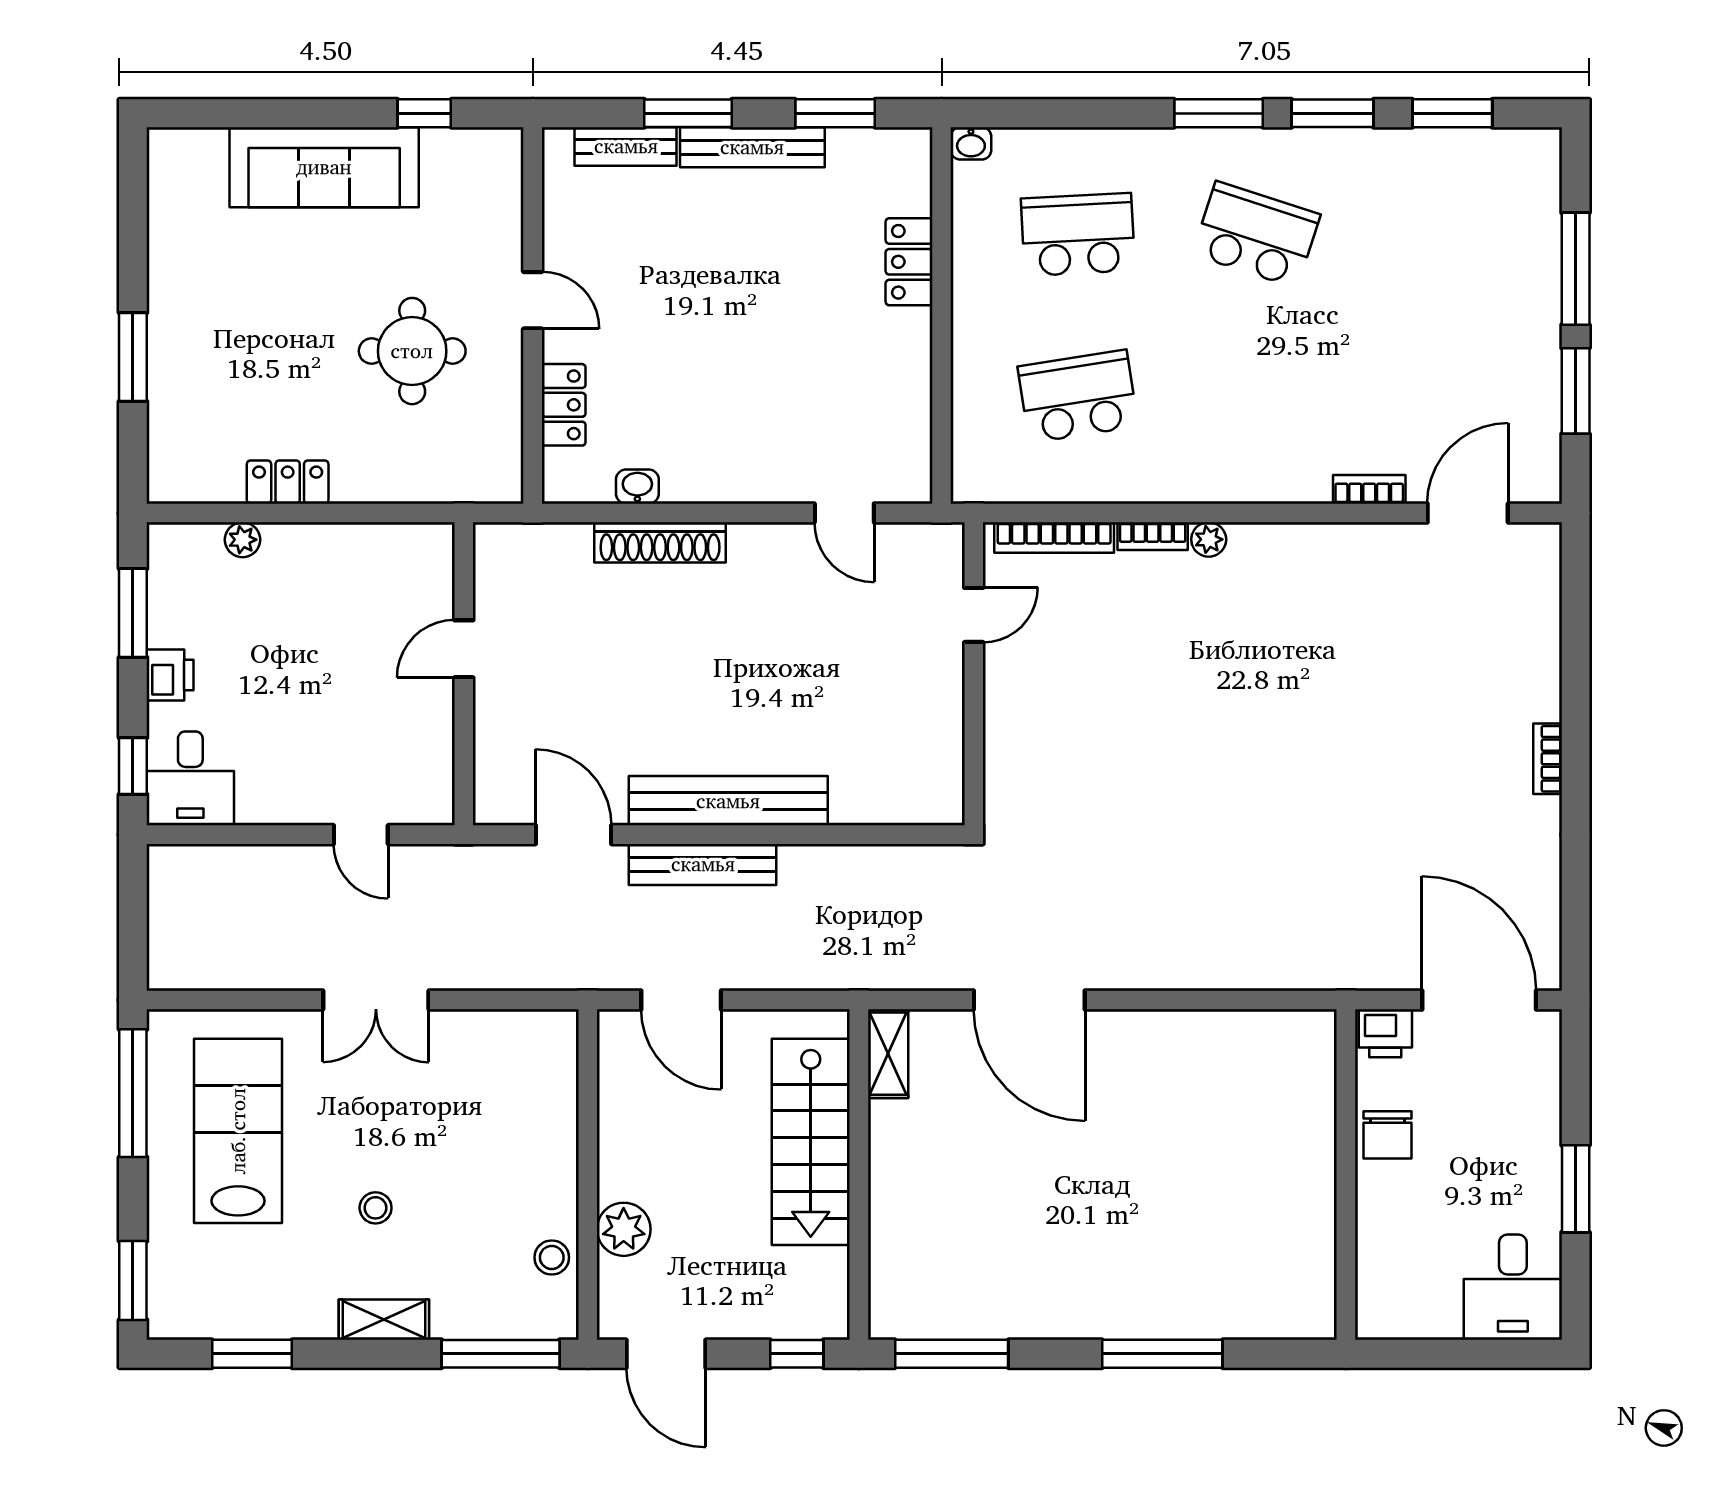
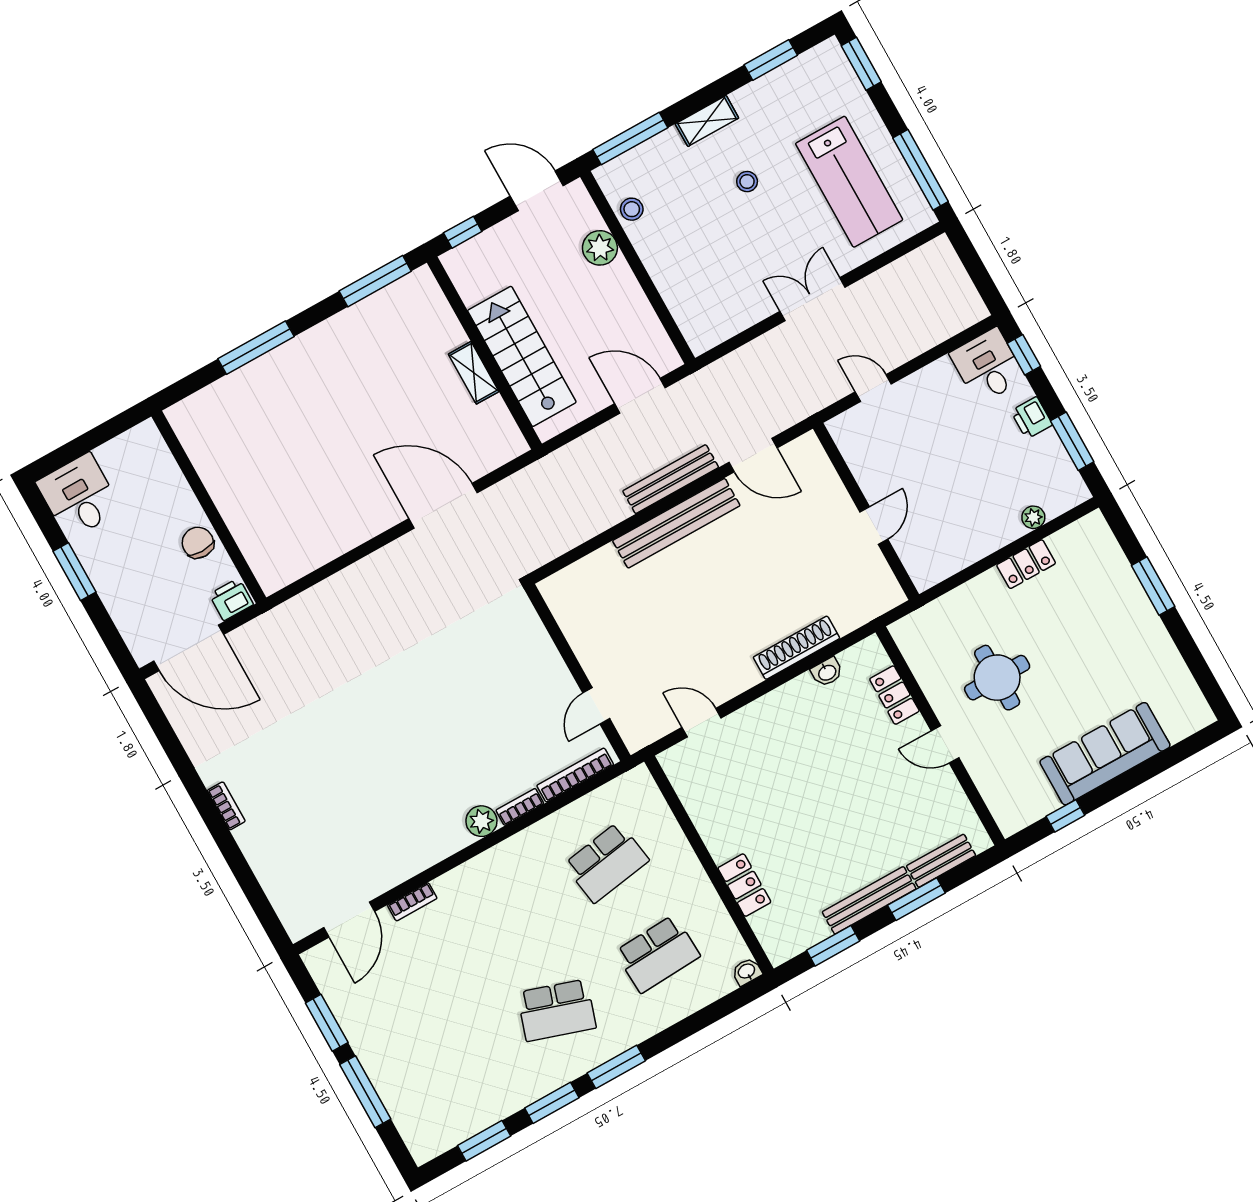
plant: (1209, 539) -> (481, 821), width x1.38, depth x1.38
shelving: (888, 1054) -> (474, 373), moved

